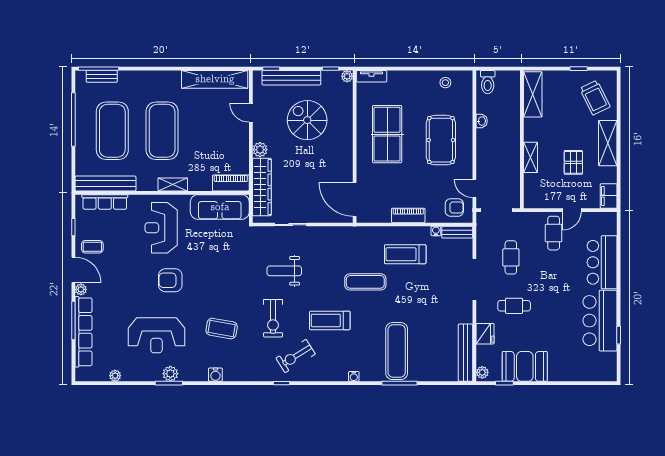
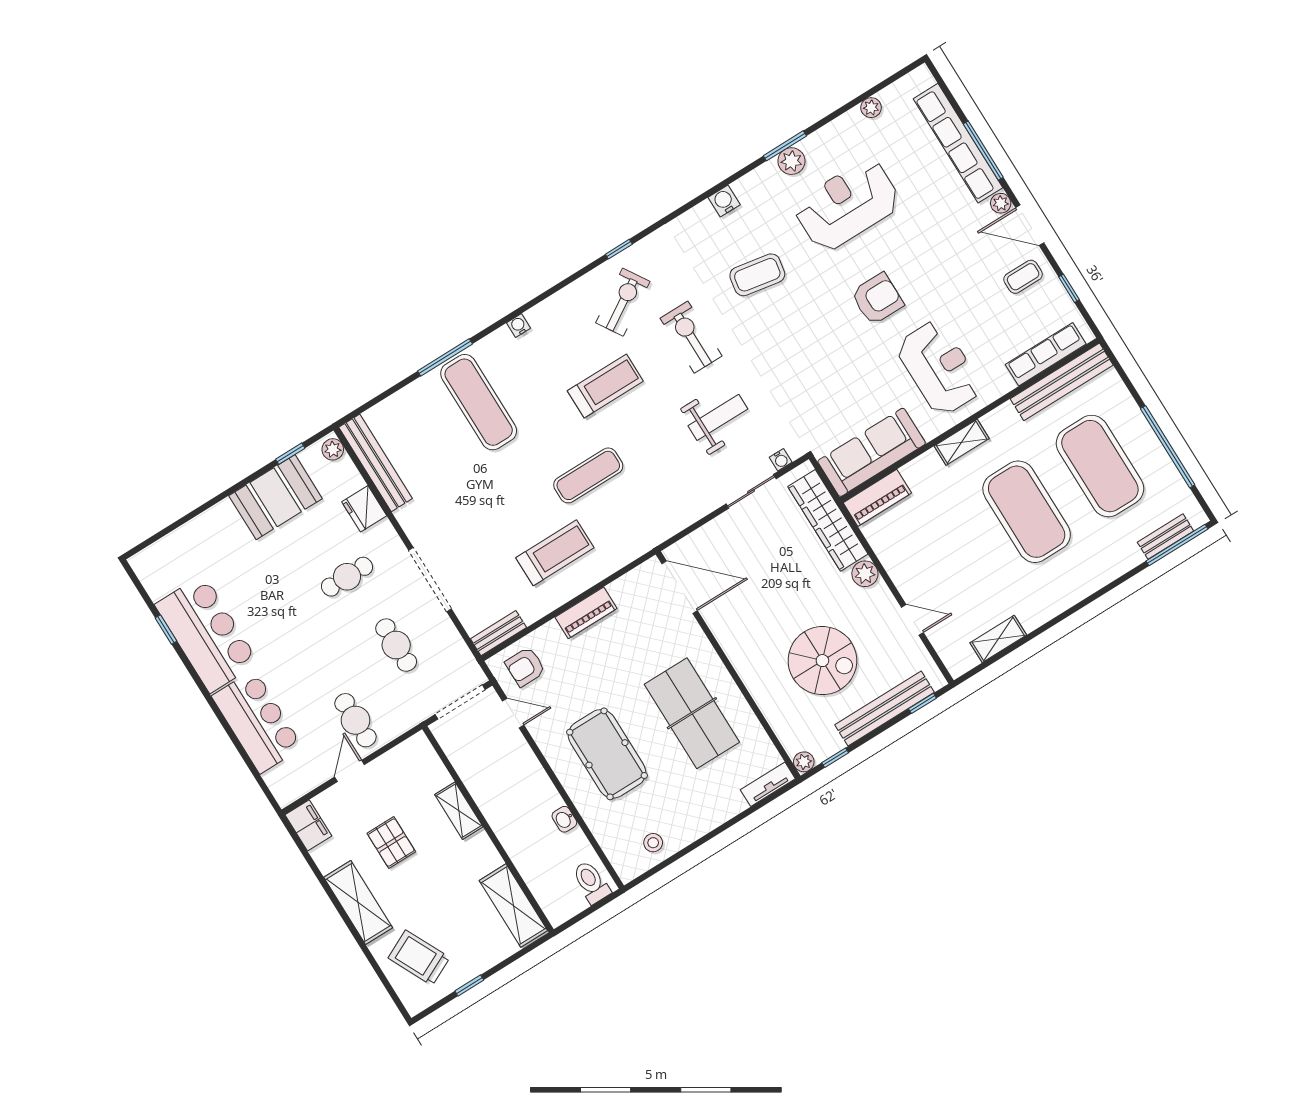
shelving: (215, 79) -> (998, 639), width x0.45, depth x0.75
water cooler: (436, 231) -> (781, 460), moved

